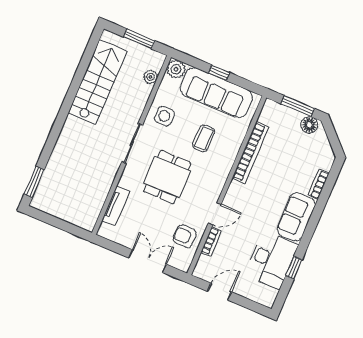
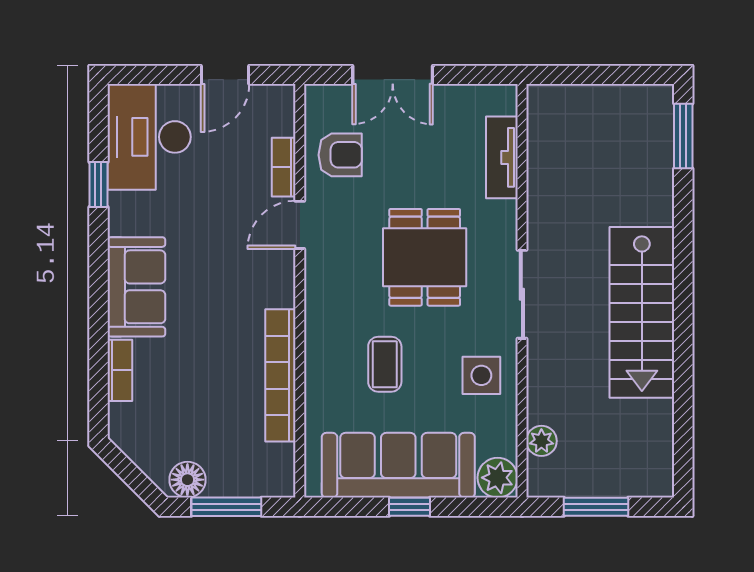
stairs: (97, 82) -> (642, 312), moved
desk: (271, 260) -> (149, 137), moved

